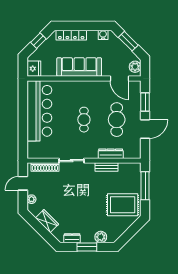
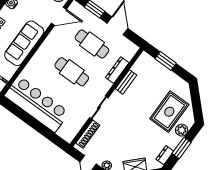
cafe table: (84, 120) -> (72, 72), width x1.37, depth x1.35
window: (145, 186) -> (166, 61), width x0.69
rug: (123, 205) -> (169, 112), moved

